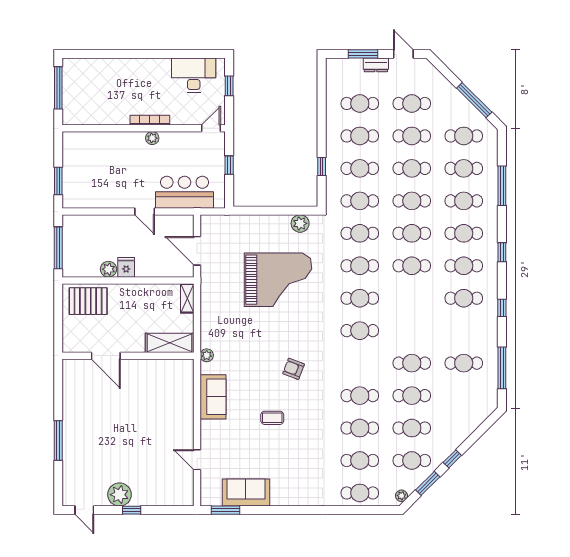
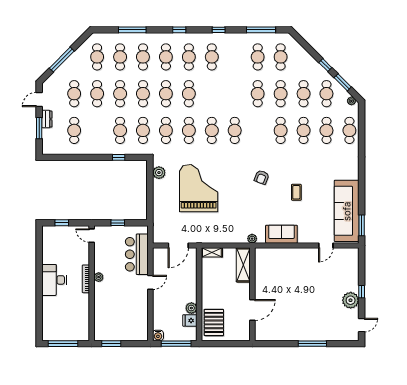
desk: (194, 75) -> (54, 280), moved
window: (474, 100) -> (62, 60), moved
cafe table: (360, 136) -> (281, 57), moved
window: (58, 181) -> (111, 344), moved
water cooler: (70, 222) -> (158, 335), added
fridge: (126, 267) -> (190, 320), moved
sofa: (246, 493) -> (347, 211), width x1.85, depth x1.27

